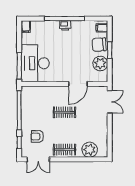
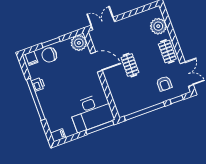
printer: (65, 25) -> (38, 84), moved
chair: (99, 45) -> (49, 55), turned 94
plant: (100, 64) -> (79, 43), moved

